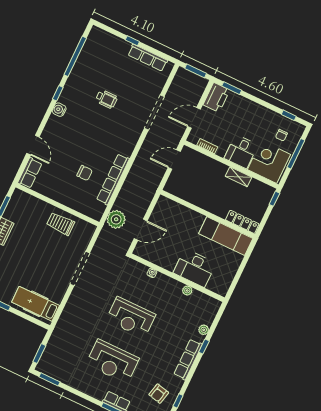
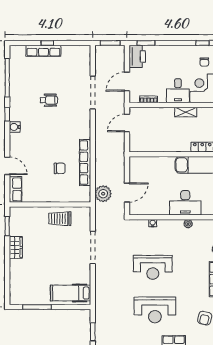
row of seats: (148, 58) -> (43, 51), moved

